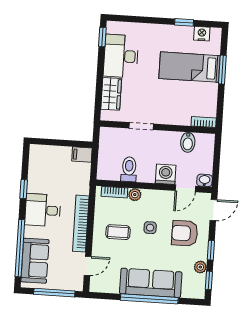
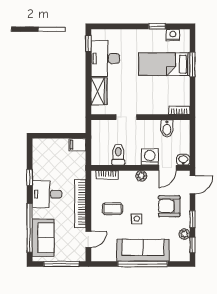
plant: (135, 195) -> (141, 176), moved
side table: (150, 228) -> (137, 219), moved

